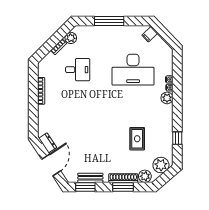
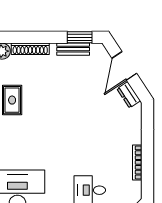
window: (123, 187) -> (30, 37), removed

